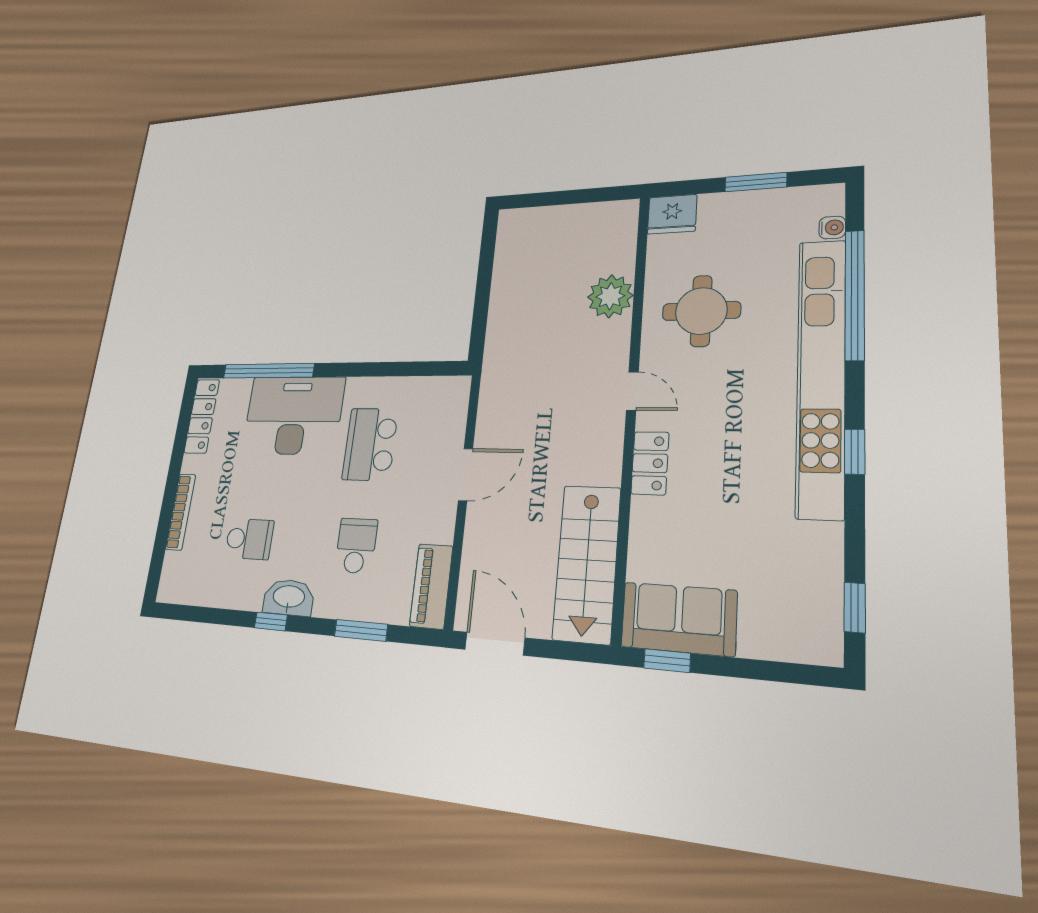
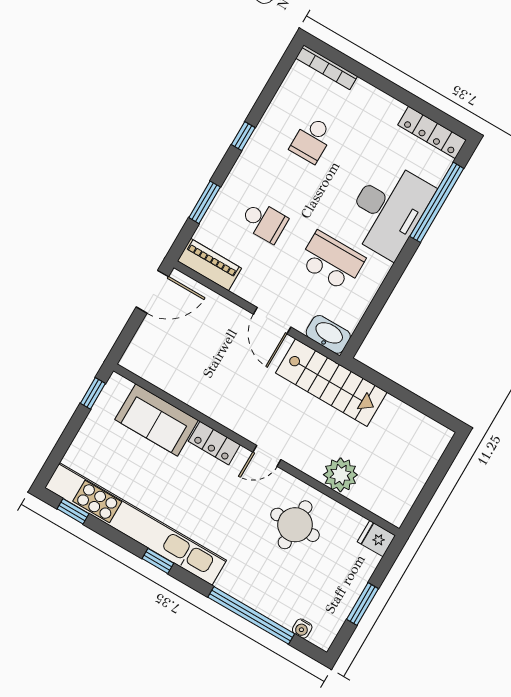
fridge: (672, 214) -> (376, 539), width x0.72
kitchen unit: (821, 375) -> (136, 524), moved
bookcase: (181, 512) -> (327, 67), moved
stairs: (587, 563) -> (331, 383), moved, turned 180
washbasin: (289, 597) -> (328, 334), moved, turned -90
sofa: (679, 619) -> (157, 420), moved, turned 90

